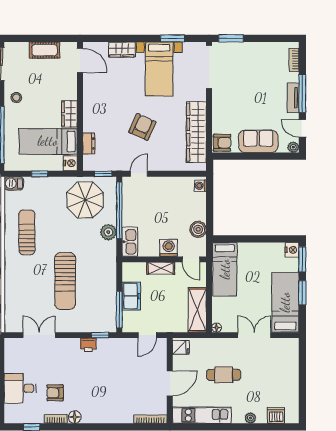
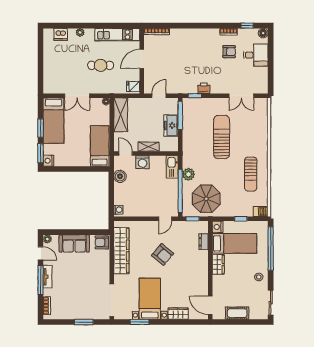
window: (231, 38) -> (84, 322), moved
armchair: (142, 127) -> (163, 254), turned -74
floor lamp: (75, 417) -> (263, 33), moved

